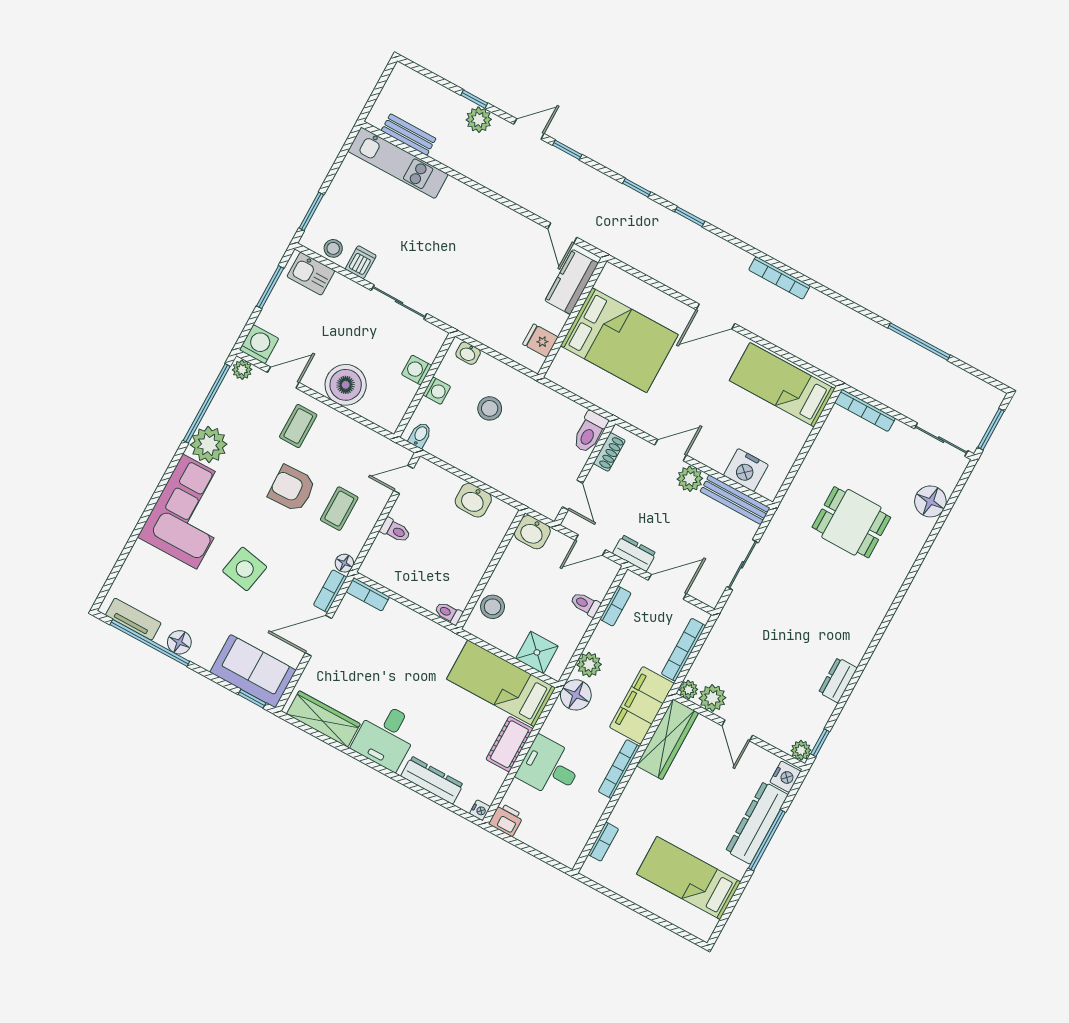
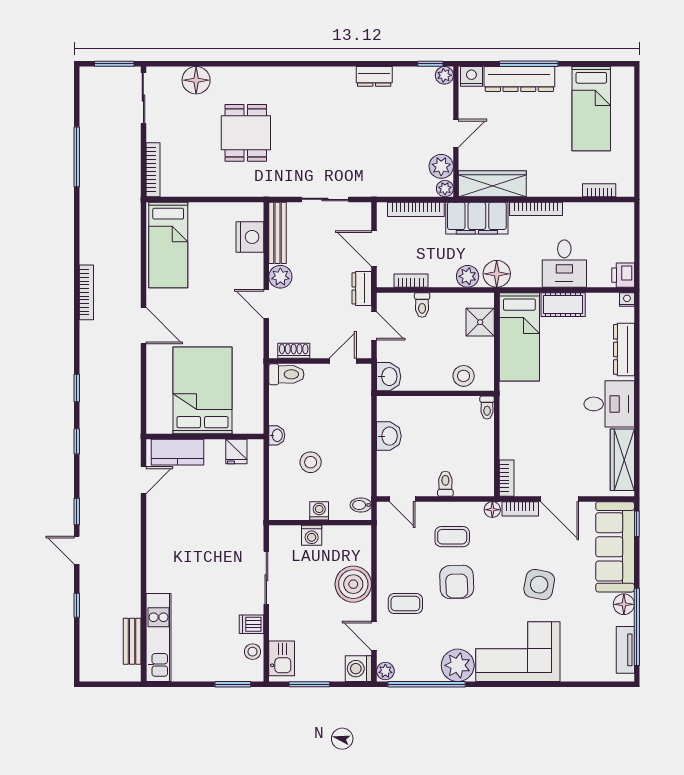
plant: (479, 120) -> (91, 593), removed
washbasin: (468, 353) -> (277, 435), moved
sofa: (253, 671) -> (615, 547), width x1.36

